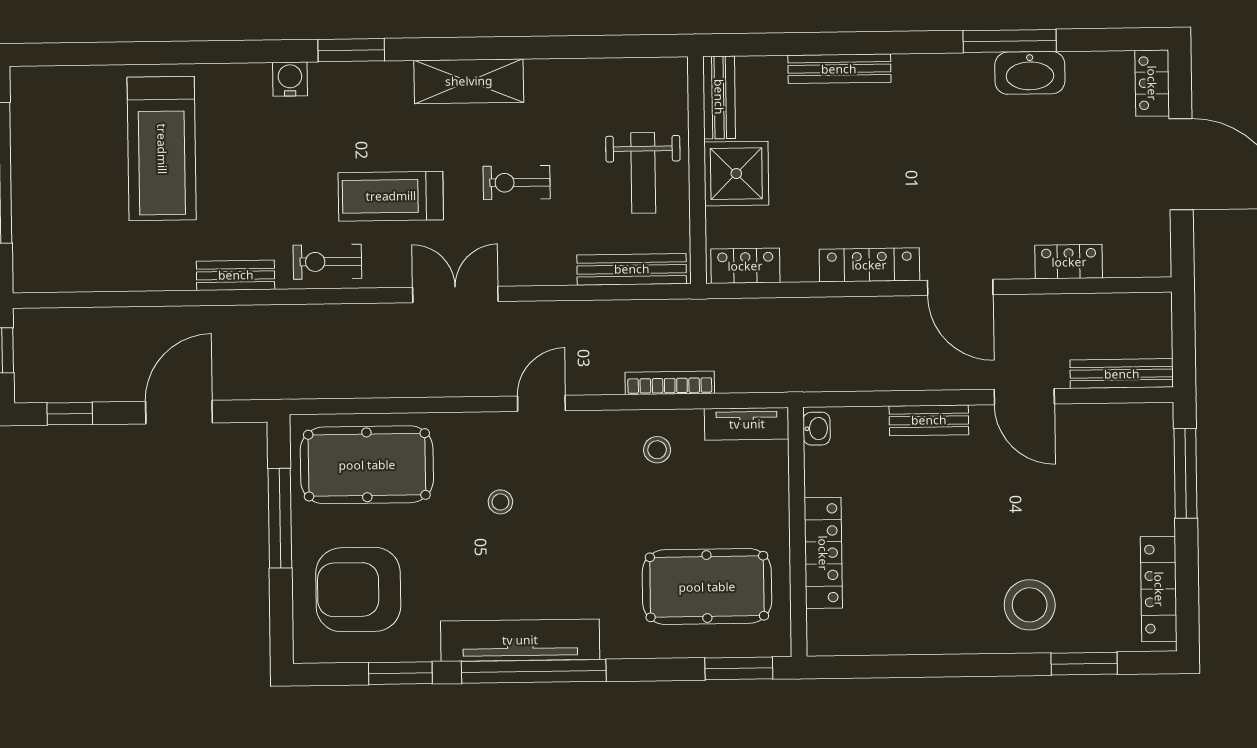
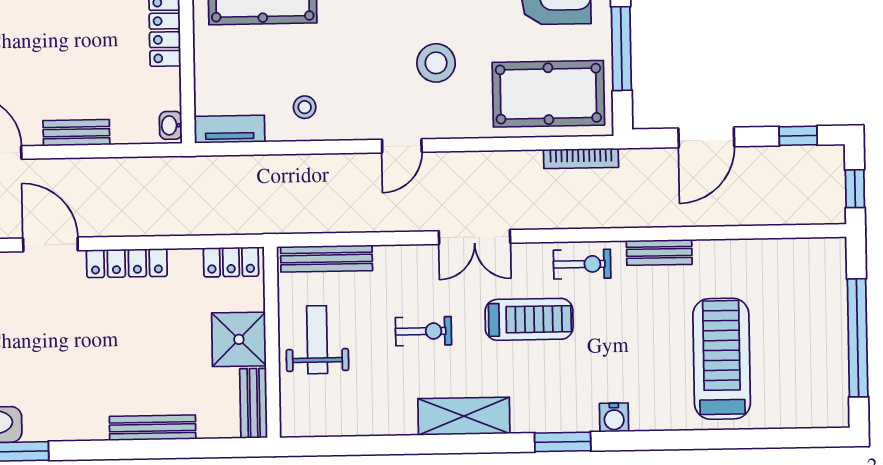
bookcase: (670, 383) -> (581, 158), moved
stool: (500, 502) -> (436, 63), width x1.89, depth x1.89

